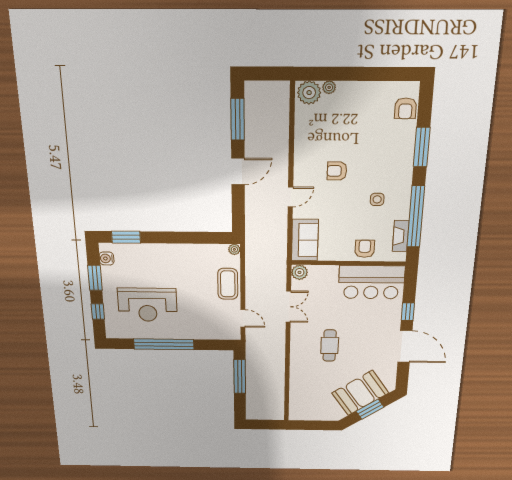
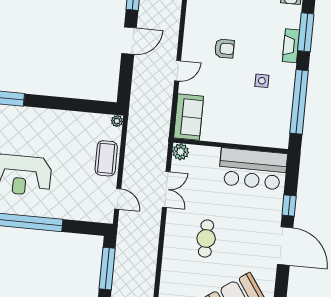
armchair: (337, 171) -> (224, 49), turned 180
fireplace: (401, 236) -> (291, 46), moved
armchair: (365, 249) -> (248, 132), removed

